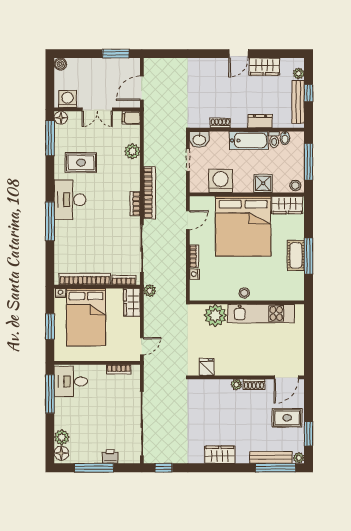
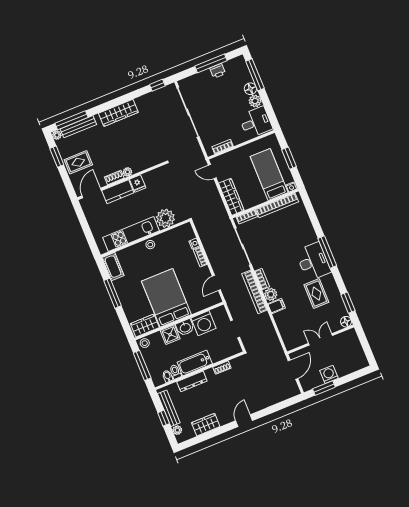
door: (239, 54) -> (244, 421), moved
boiler: (60, 64) -> (363, 363), removed
washing machine: (68, 99) -> (329, 374), moved, turned 180
filing cabinet: (131, 118) -> (277, 306), moved
dresser: (260, 121) -> (192, 381), width x1.44
window: (50, 138) -> (348, 303), width x0.69
washbasin: (199, 140) -> (185, 327), moved, turned 180
plant: (132, 151) -> (271, 294), moved
rug: (81, 163) -> (316, 294), turned 90
window: (50, 221) -> (327, 252), moved
bed: (243, 226) -> (166, 298), width x0.73
cot: (296, 255) -> (113, 267), moved
plant: (150, 291) -> (224, 217), removed
wardrobe: (132, 302) -> (231, 197), width x1.50
bed: (86, 317) -> (269, 175), width x0.67
door: (142, 346) -> (212, 172), hinge flipped
fridge: (207, 367) -> (138, 183), moved
kitchen counter: (256, 367) -> (118, 192), added
window: (50, 394) -> (255, 75), moved
plant: (62, 437) -> (255, 101), moved
floor lamp: (61, 453) -> (250, 89), moved
wardrobe: (220, 455) -> (118, 113), width x1.50
printer: (110, 456) -> (218, 71), moved

